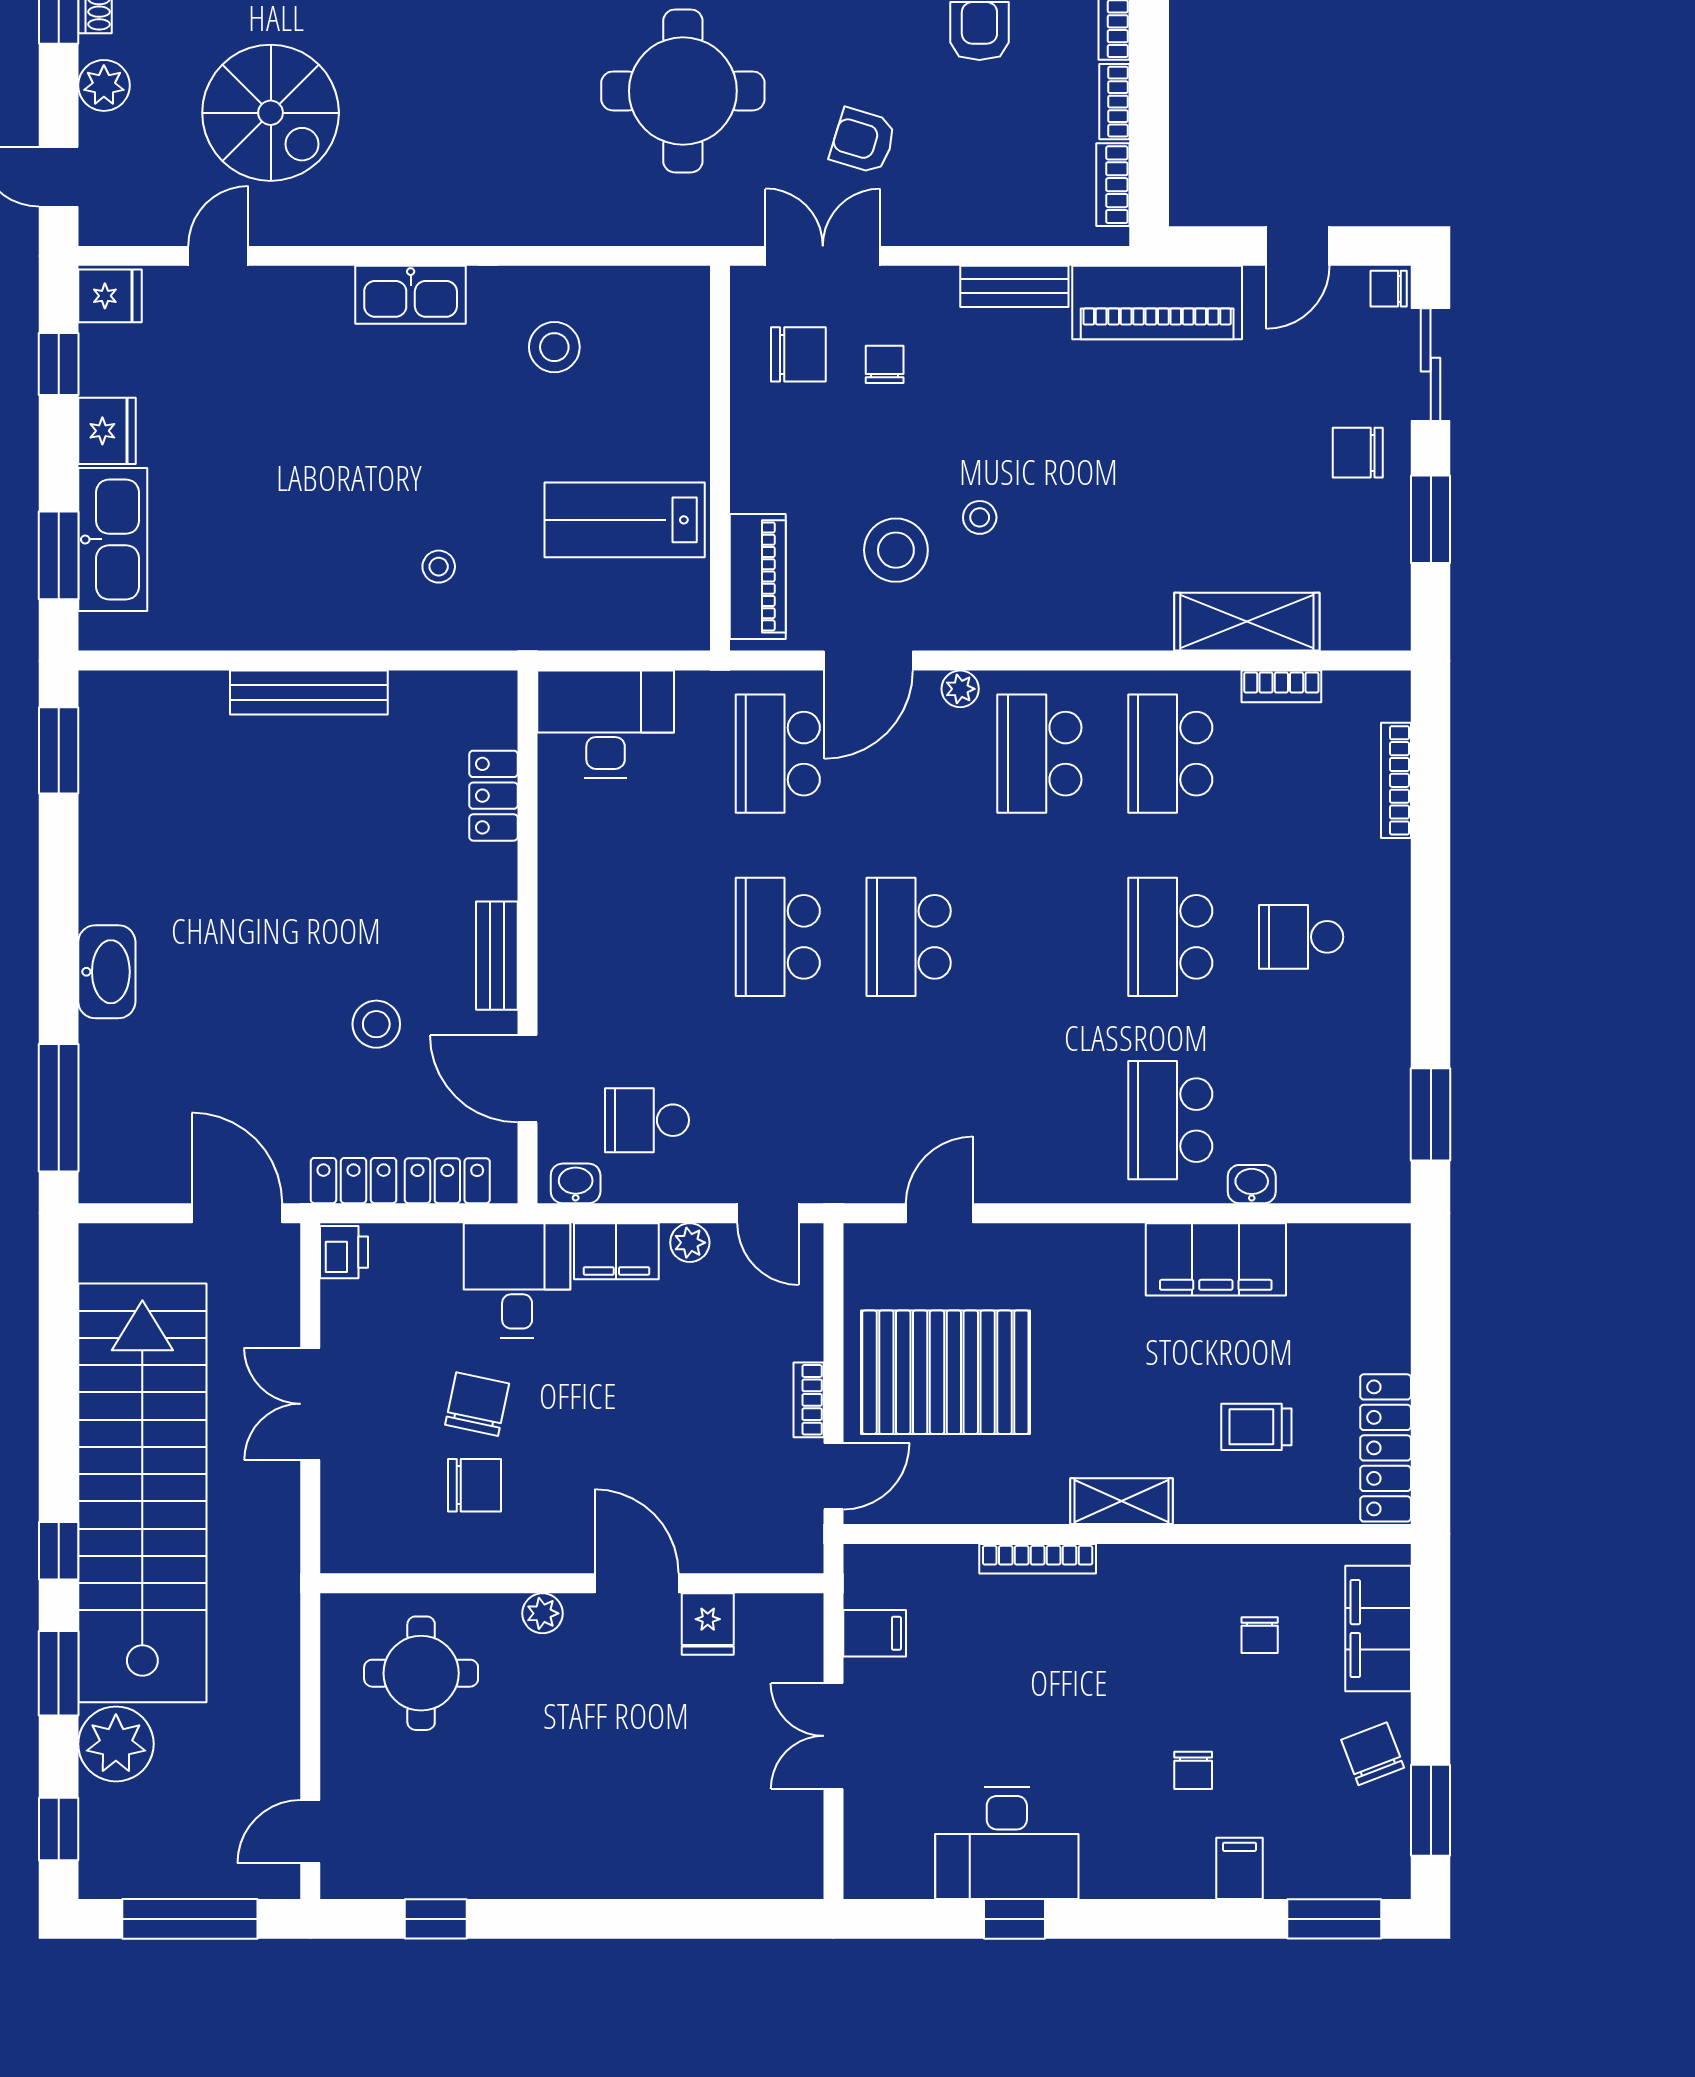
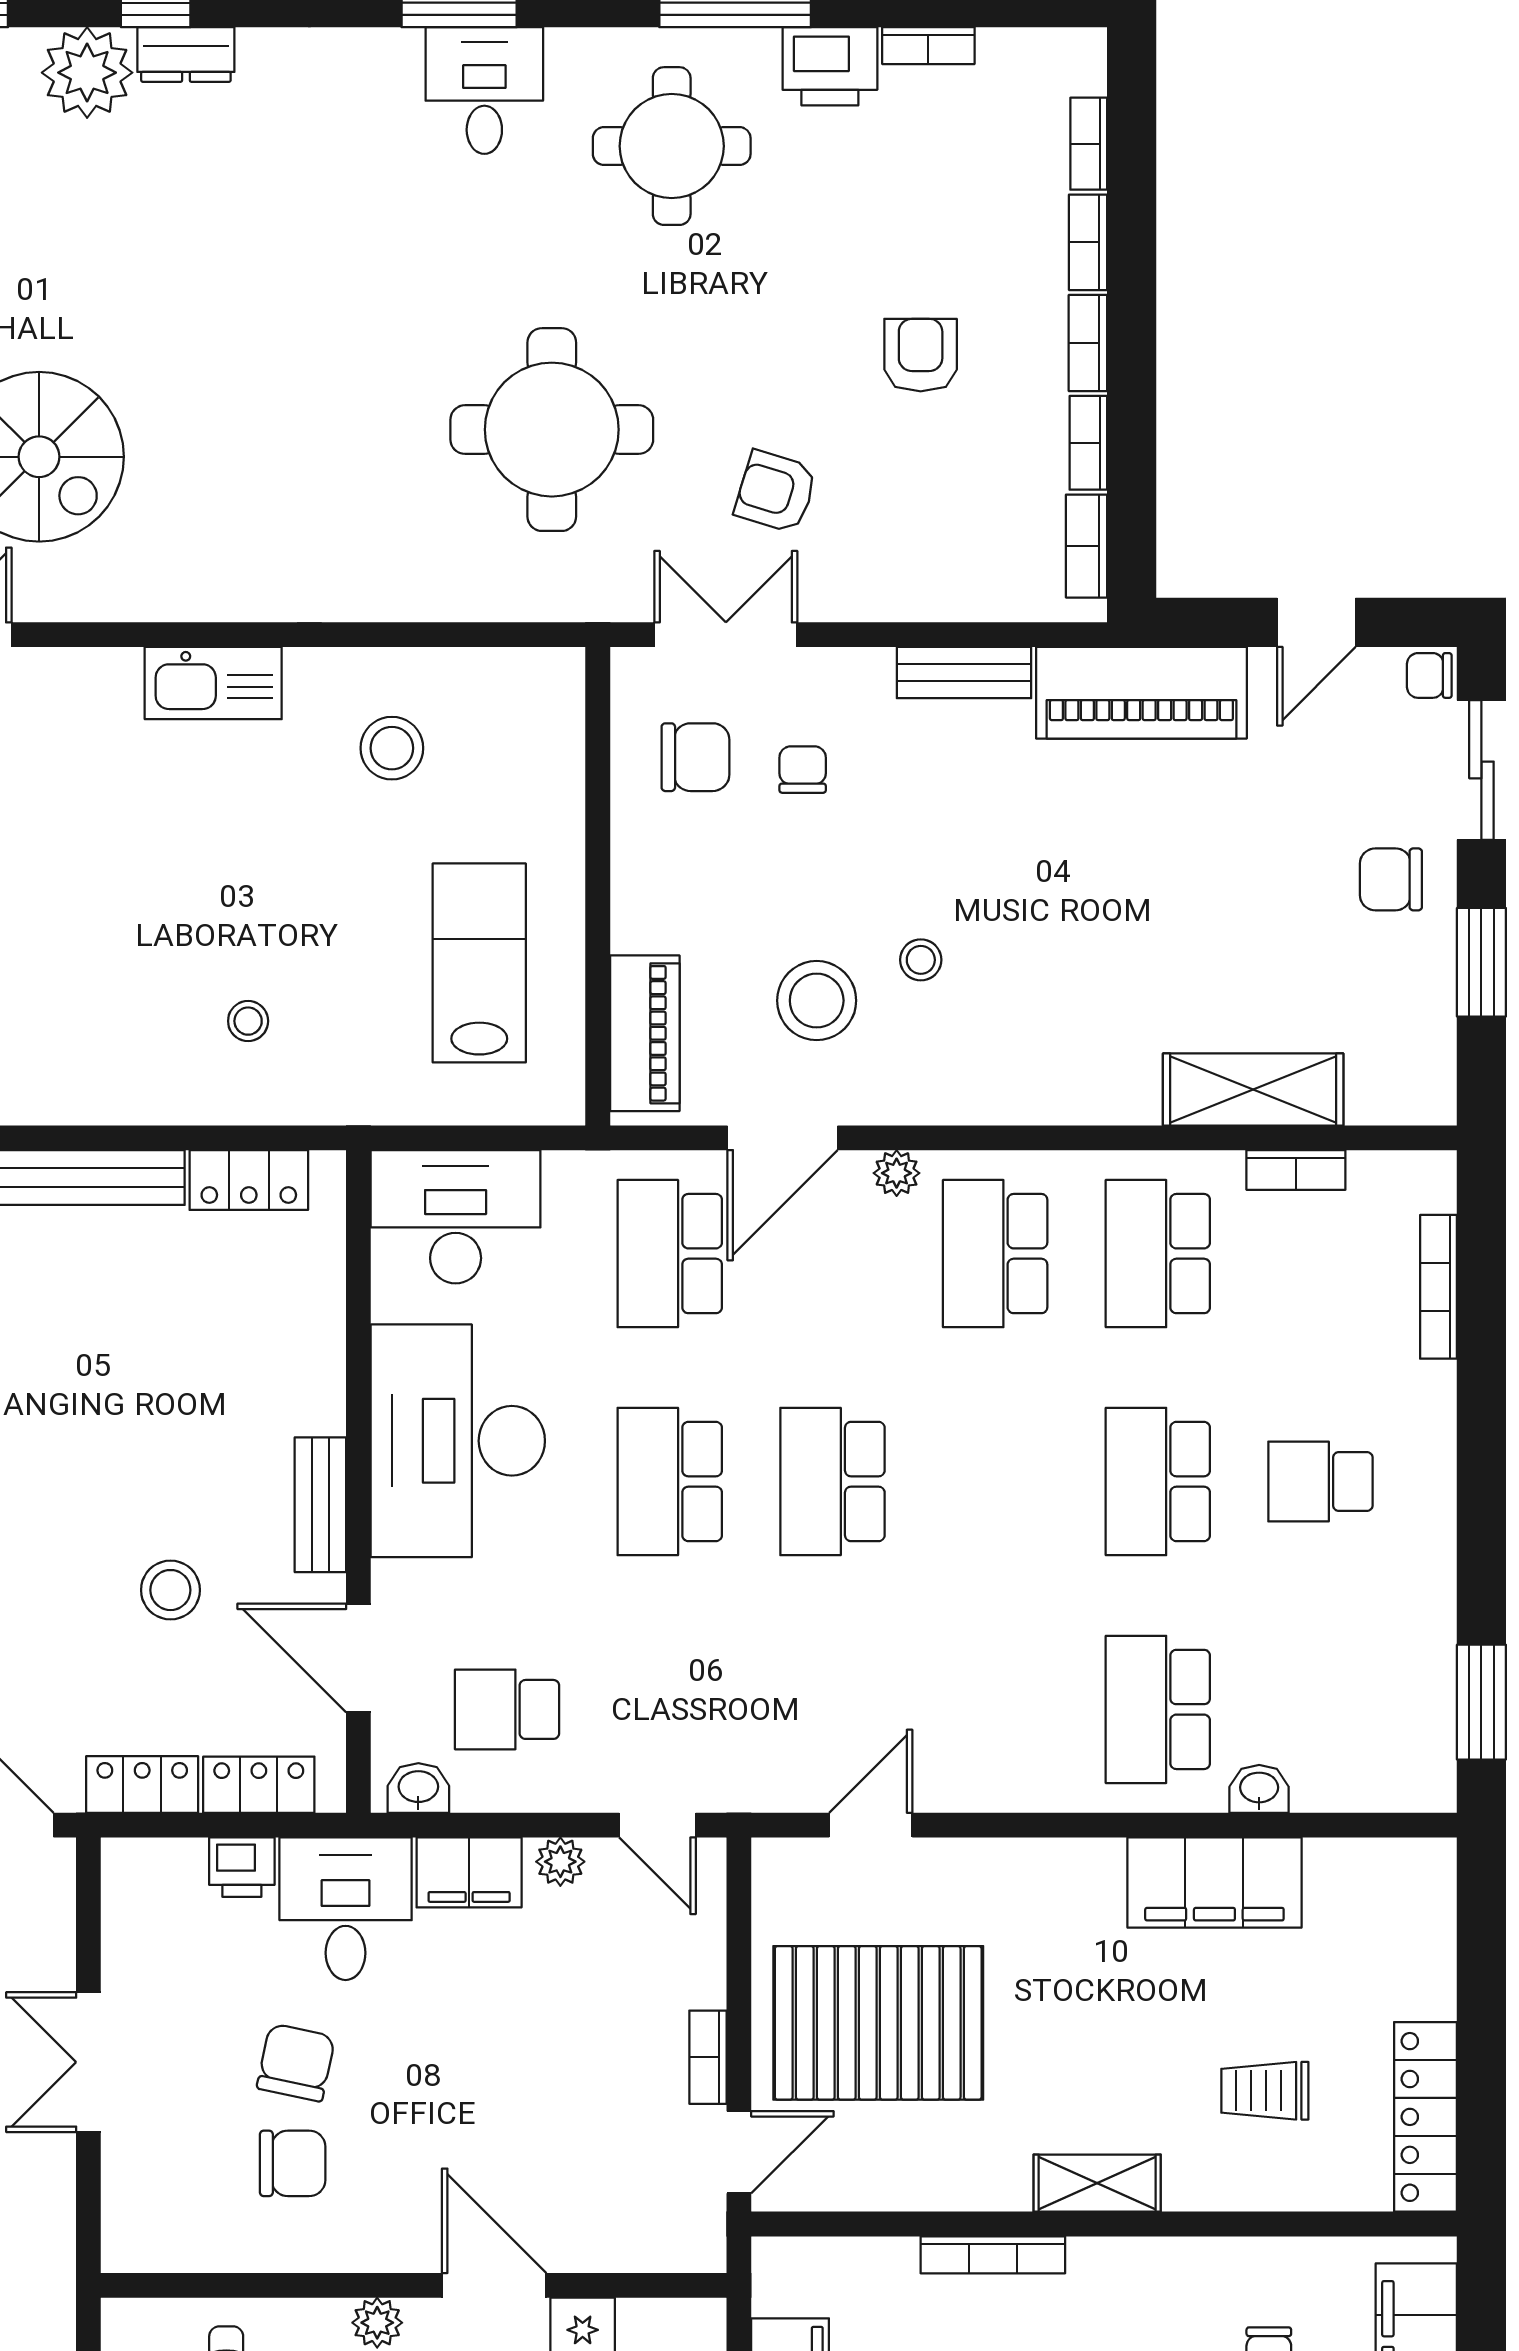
lab bench: (625, 520) -> (479, 963), turned 90
locker: (493, 796) -> (249, 1180), moved, turned -90
desk: (607, 904) -> (458, 1441), added
printer: (344, 1252) -> (242, 1867), moved, turned 90

